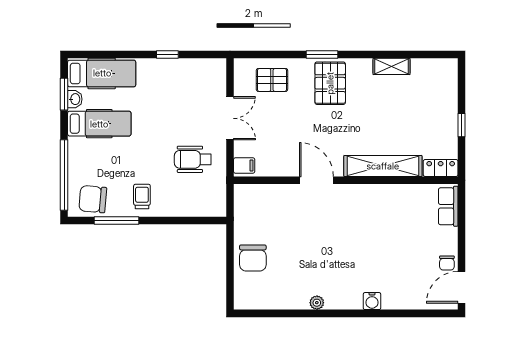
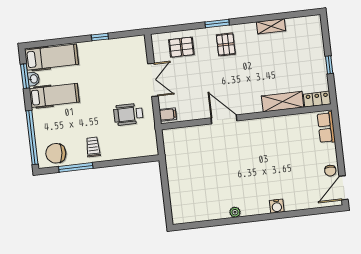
pallet: (330, 83) -> (226, 44), width x0.67, depth x0.71
shelving: (383, 166) -> (283, 102), width x0.68
chair: (253, 258) -> (183, 184), removed

